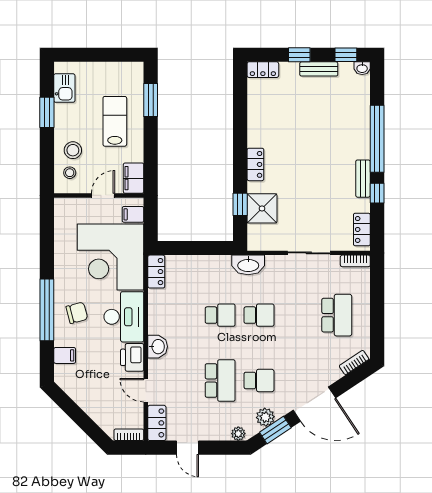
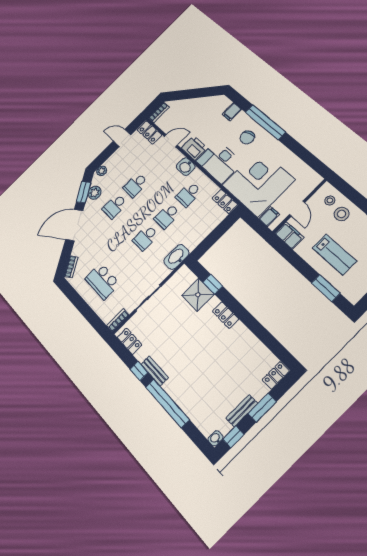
window: (299, 55) -> (262, 408), width x1.50
school desk: (181, 315) -> (188, 194), added
school desk: (220, 380) -> (135, 185), width x0.54

